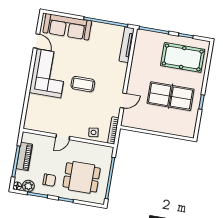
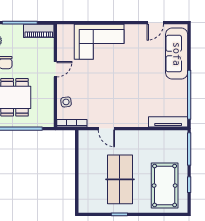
corner sofa: (49, 73) -> (99, 42), moved
coffee table: (83, 84) -> (117, 81), removed
door: (63, 137) -> (55, 69), swing flipped
piano: (24, 156) -> (39, 31), moved

